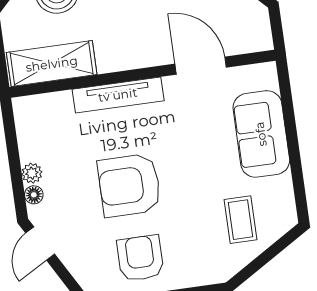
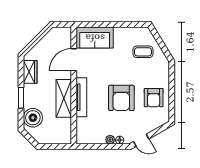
shelving: (52, 64) -> (64, 98), moved
sofa: (261, 134) -> (95, 38), moved
armchair: (140, 258) -> (154, 98), turned -90

